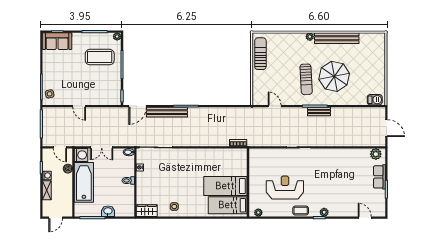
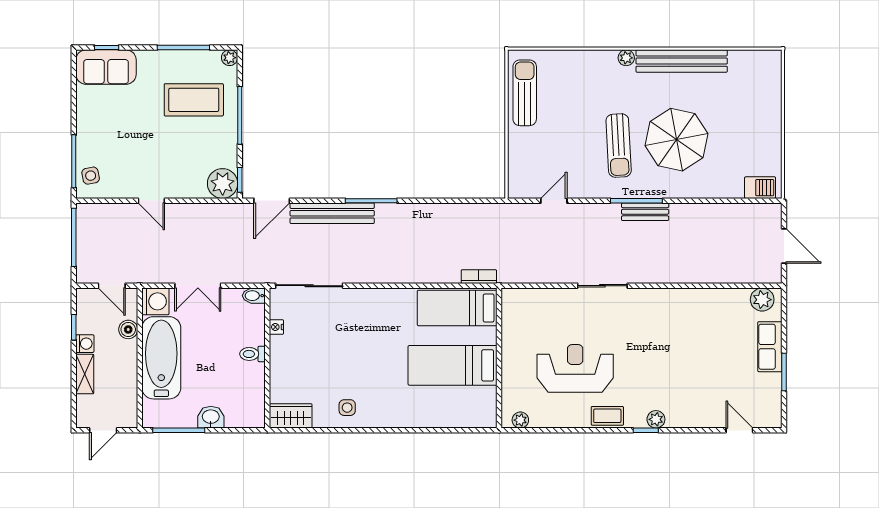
plant: (114, 98) -> (223, 184), added
door: (275, 106) -> (554, 201), hinge flipped
bed: (228, 205) -> (457, 308), moved

